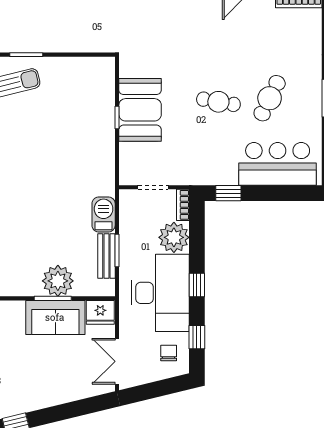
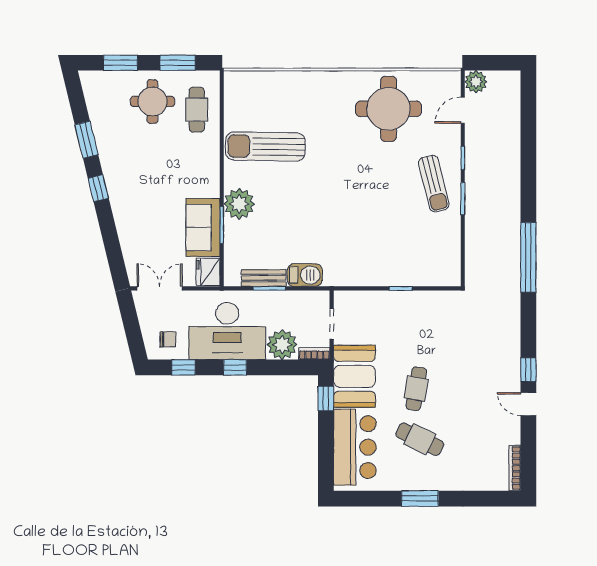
booth: (140, 110) -> (354, 376), moved, turned 90
plant: (58, 281) -> (239, 204), moved

